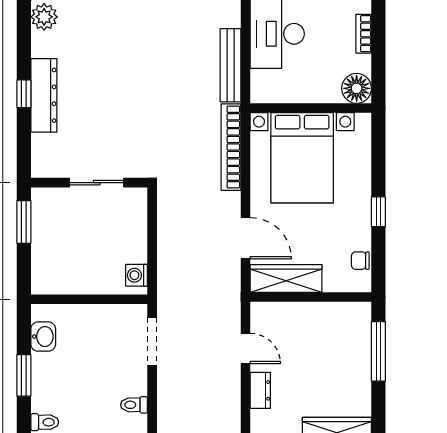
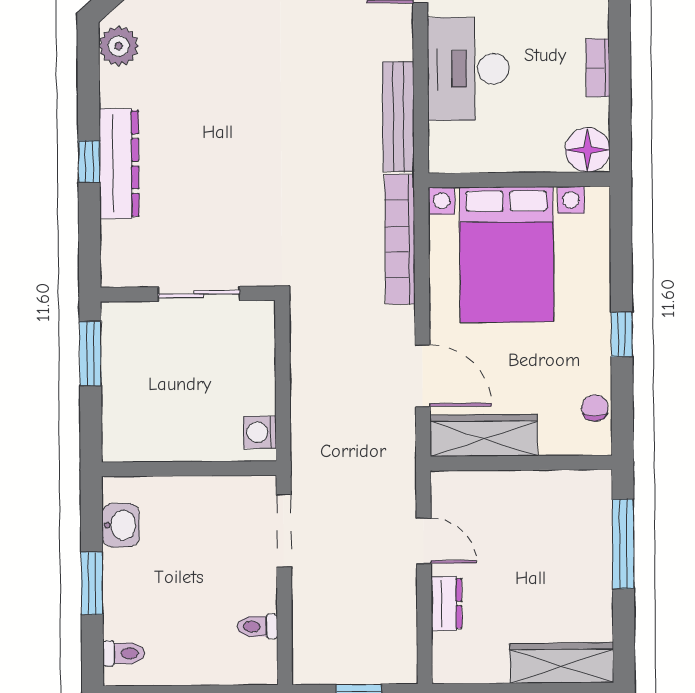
chair: (360, 261) -> (595, 408), turned 90

